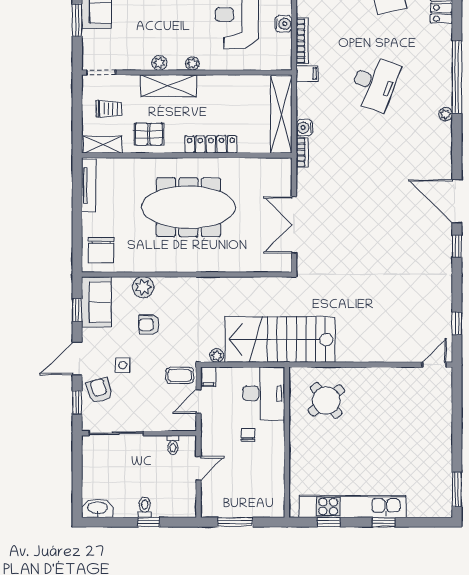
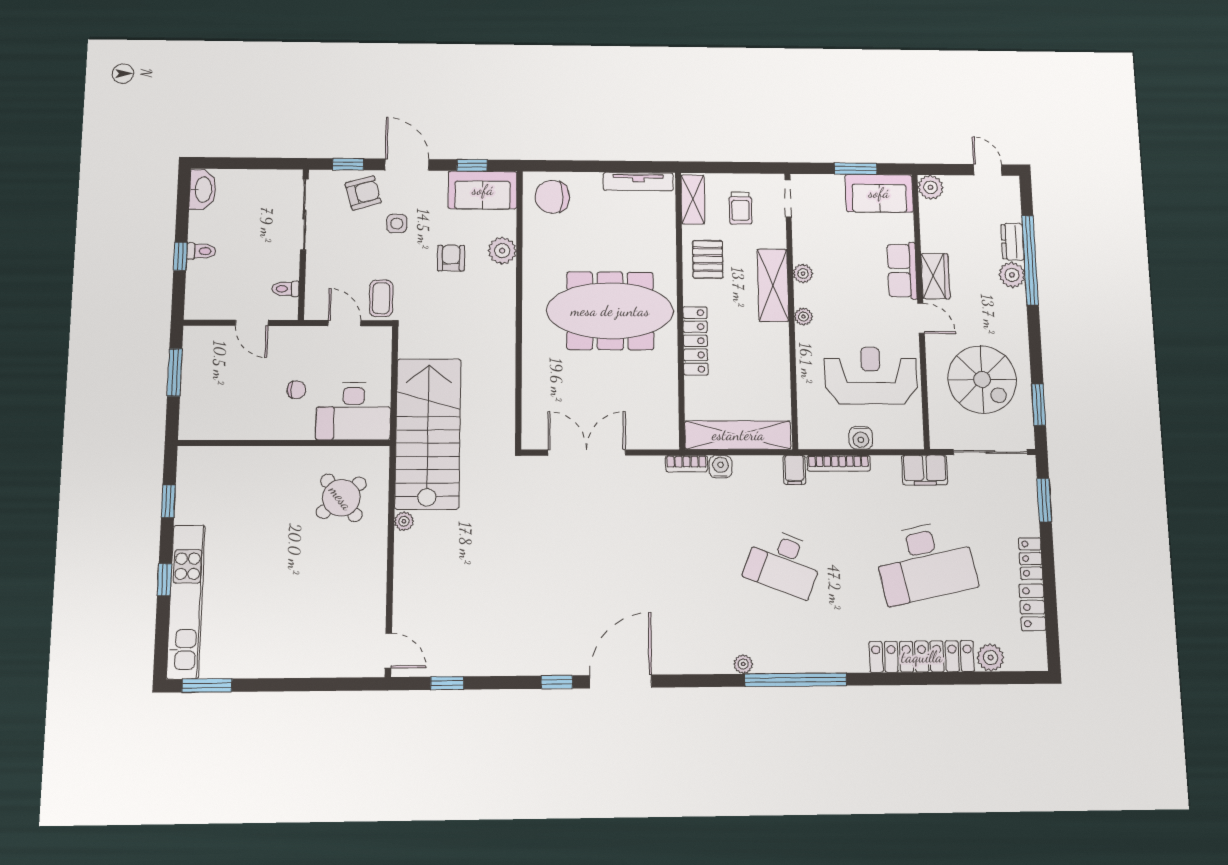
meeting table: (188, 207) -> (610, 311), turned 90
plant: (217, 356) -> (404, 521), moved
filing cabinet: (208, 377) -> (378, 336), removed
kitchen unit: (353, 507) -> (186, 601), moved

